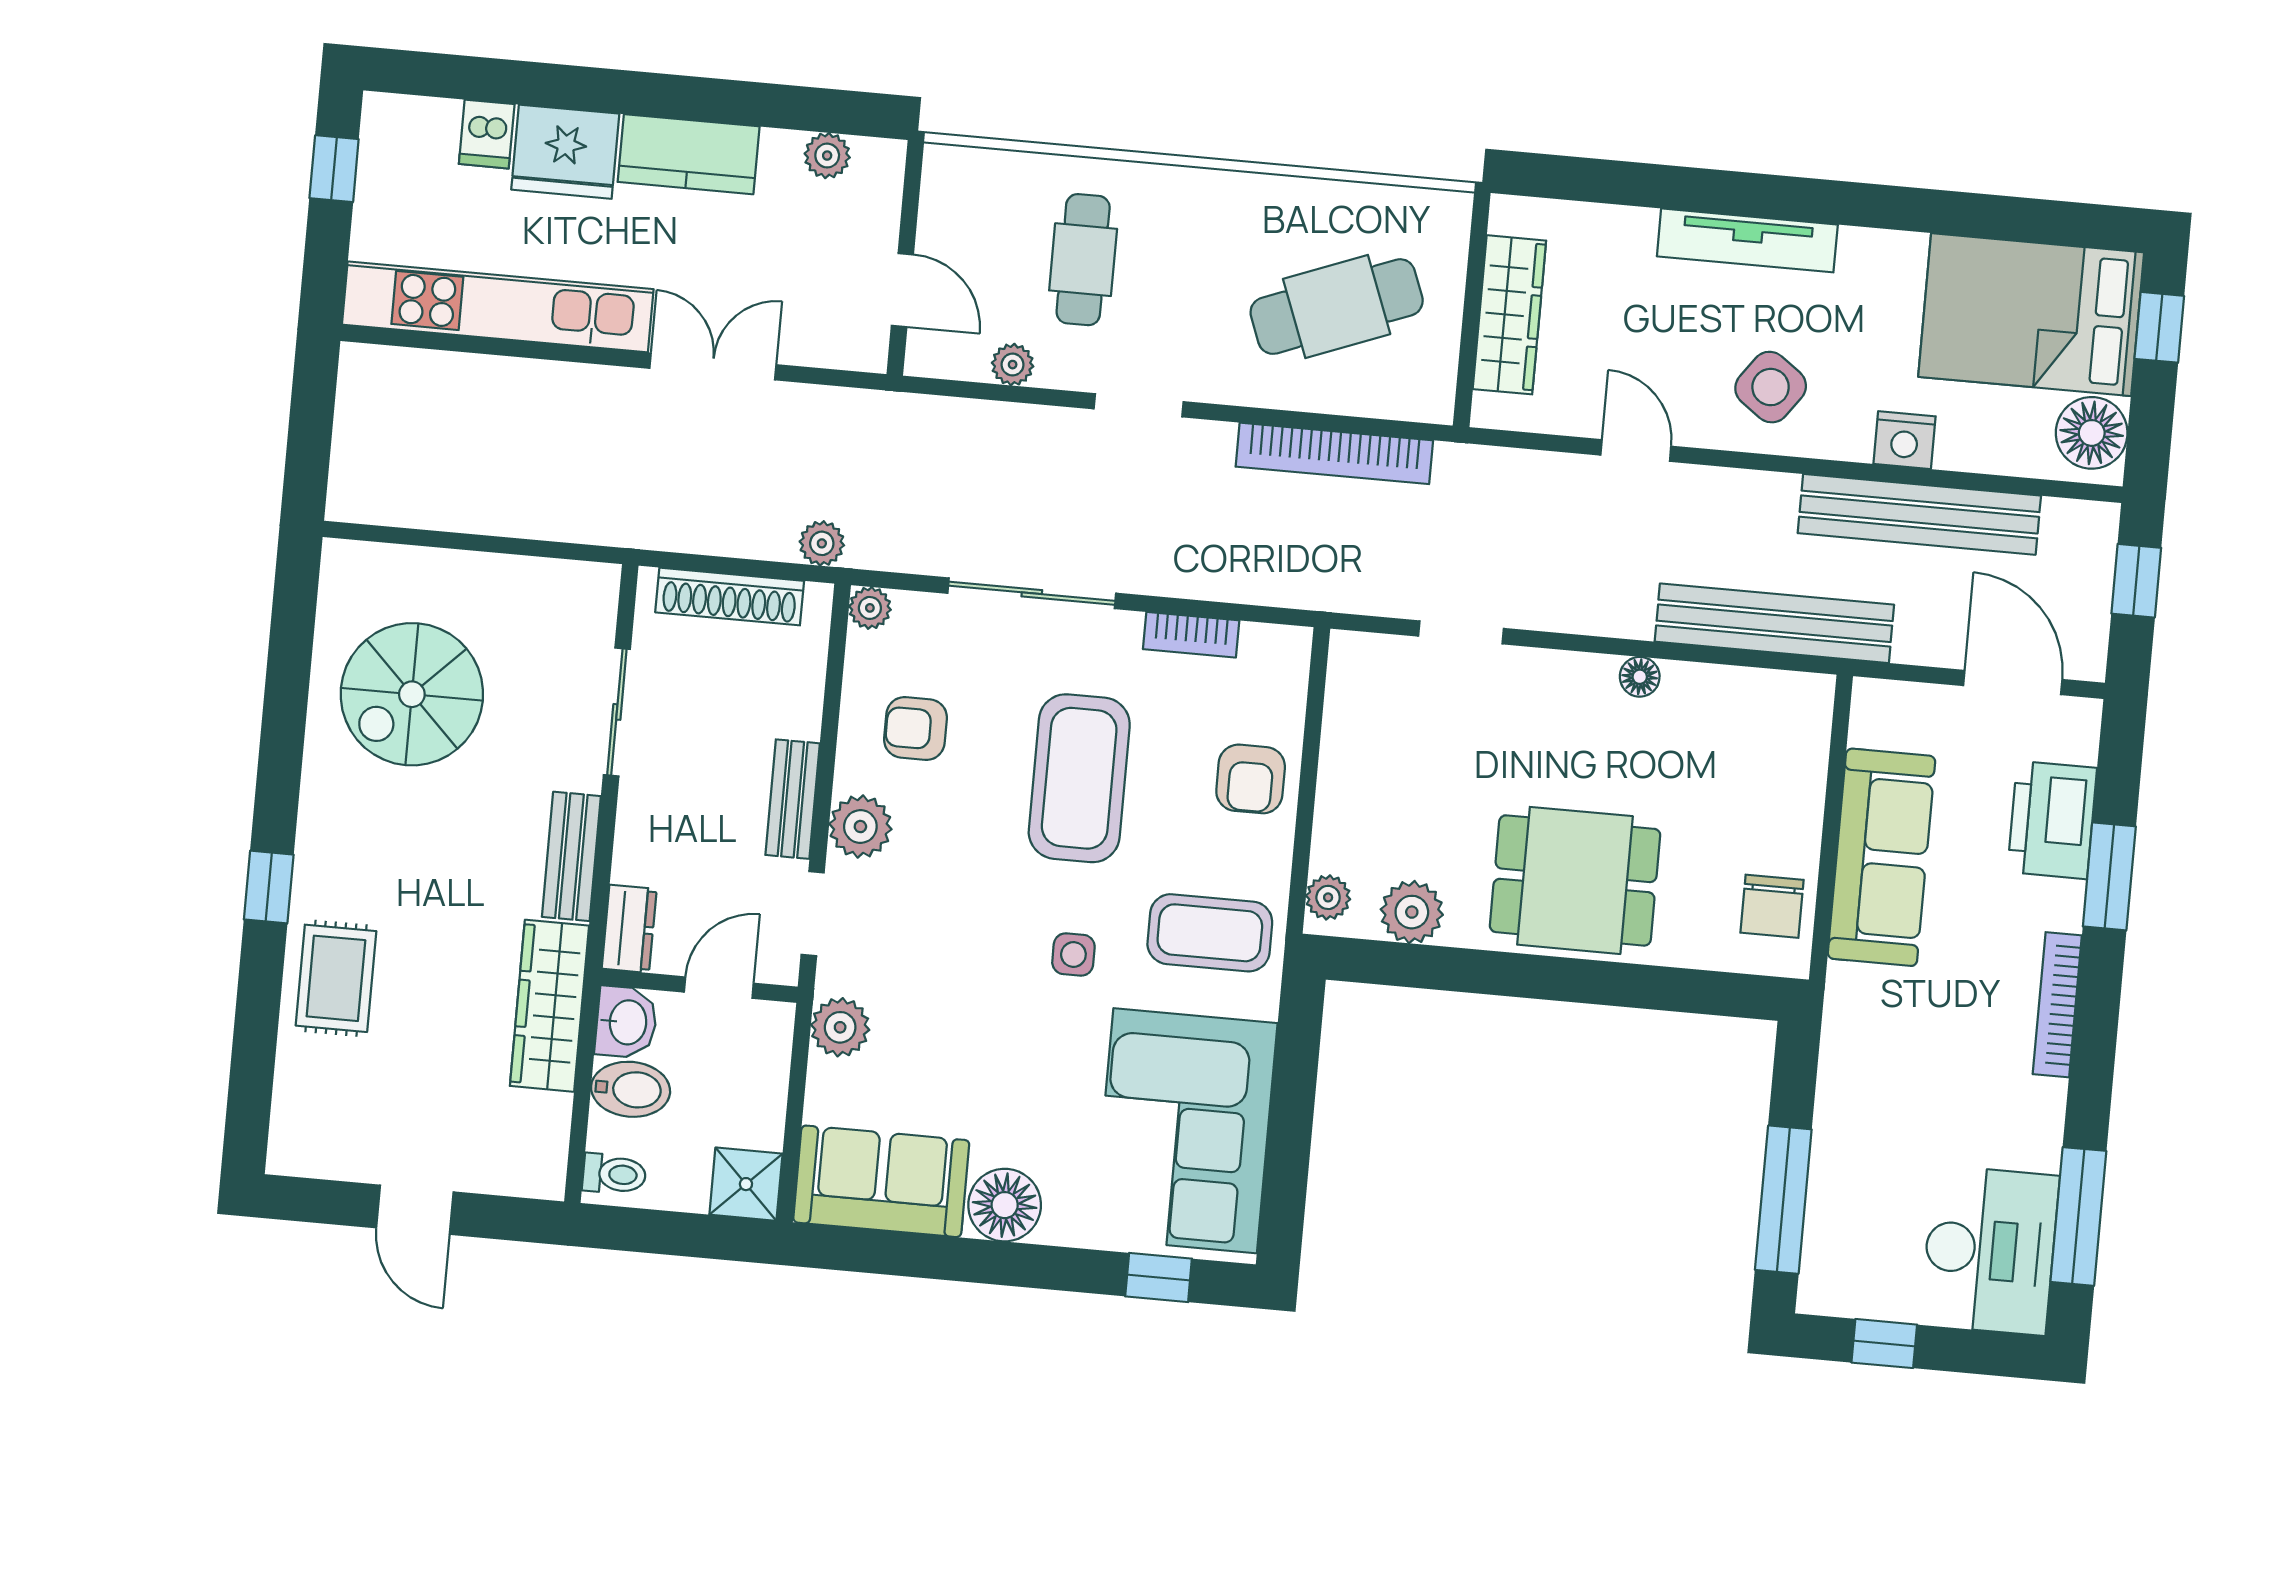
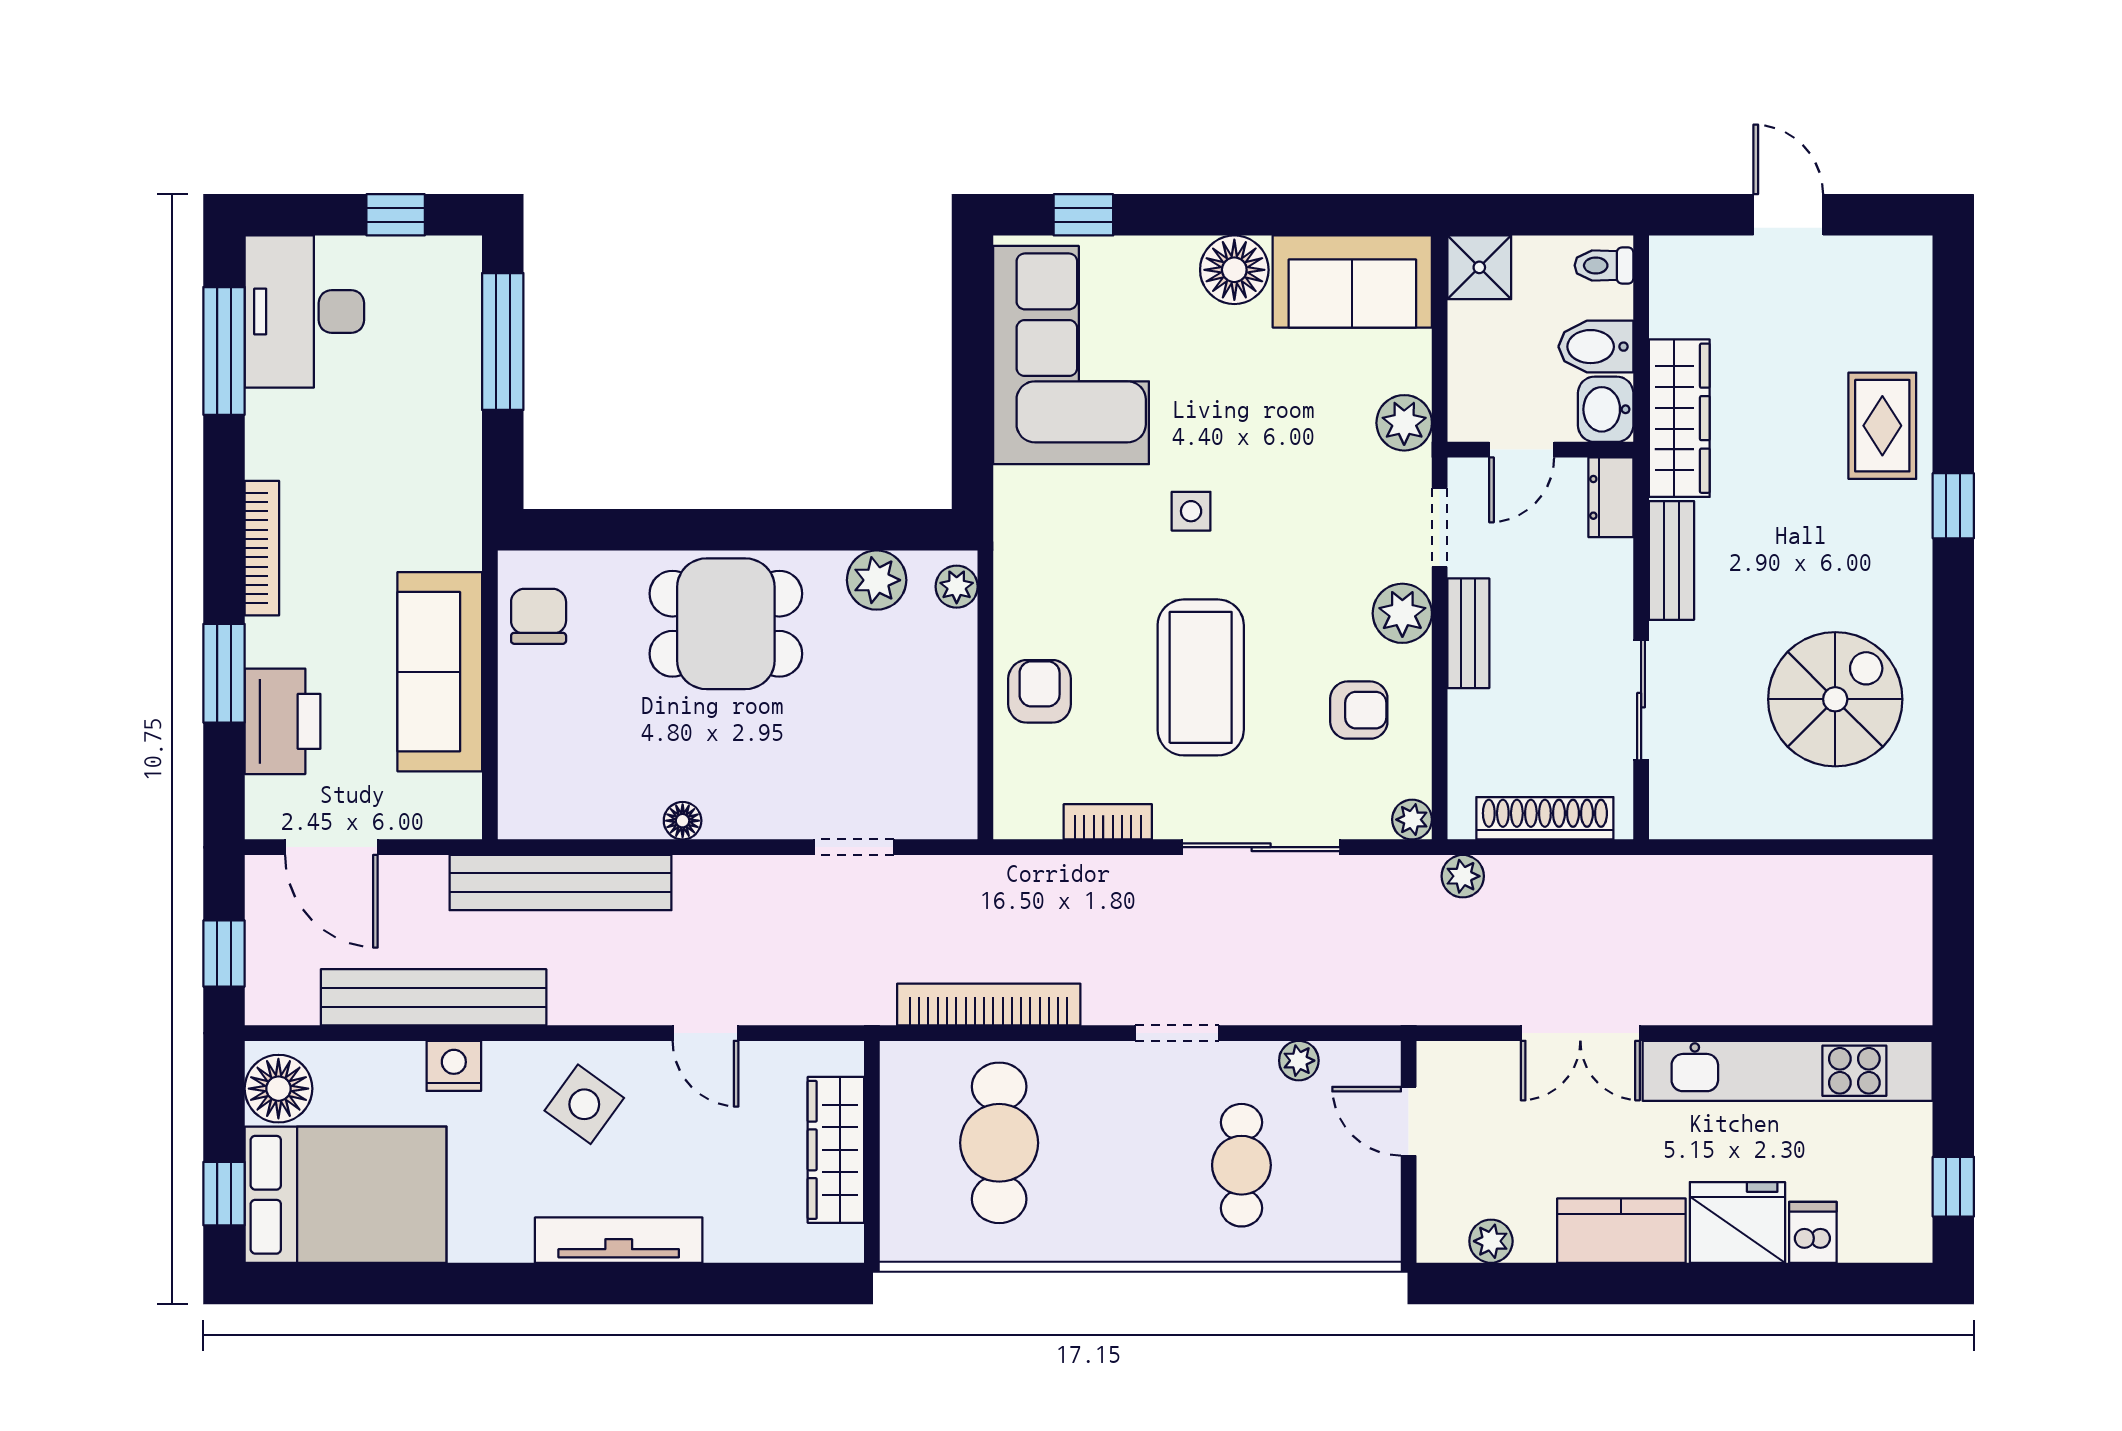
cafe table: (1337, 307) -> (999, 1143), turned -69
coffee table: (1210, 933) -> (1065, 543), removed

